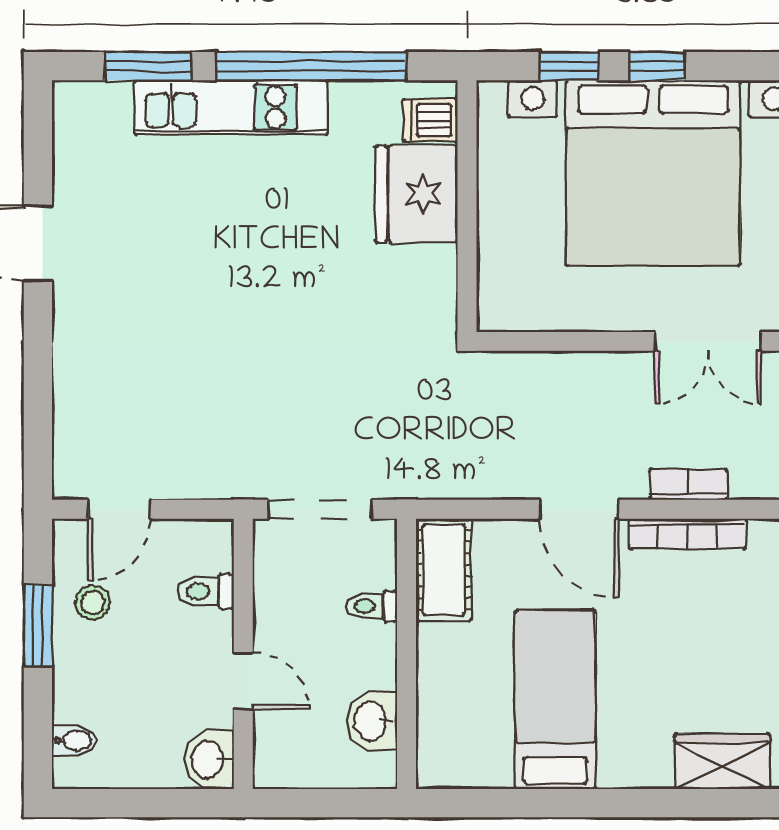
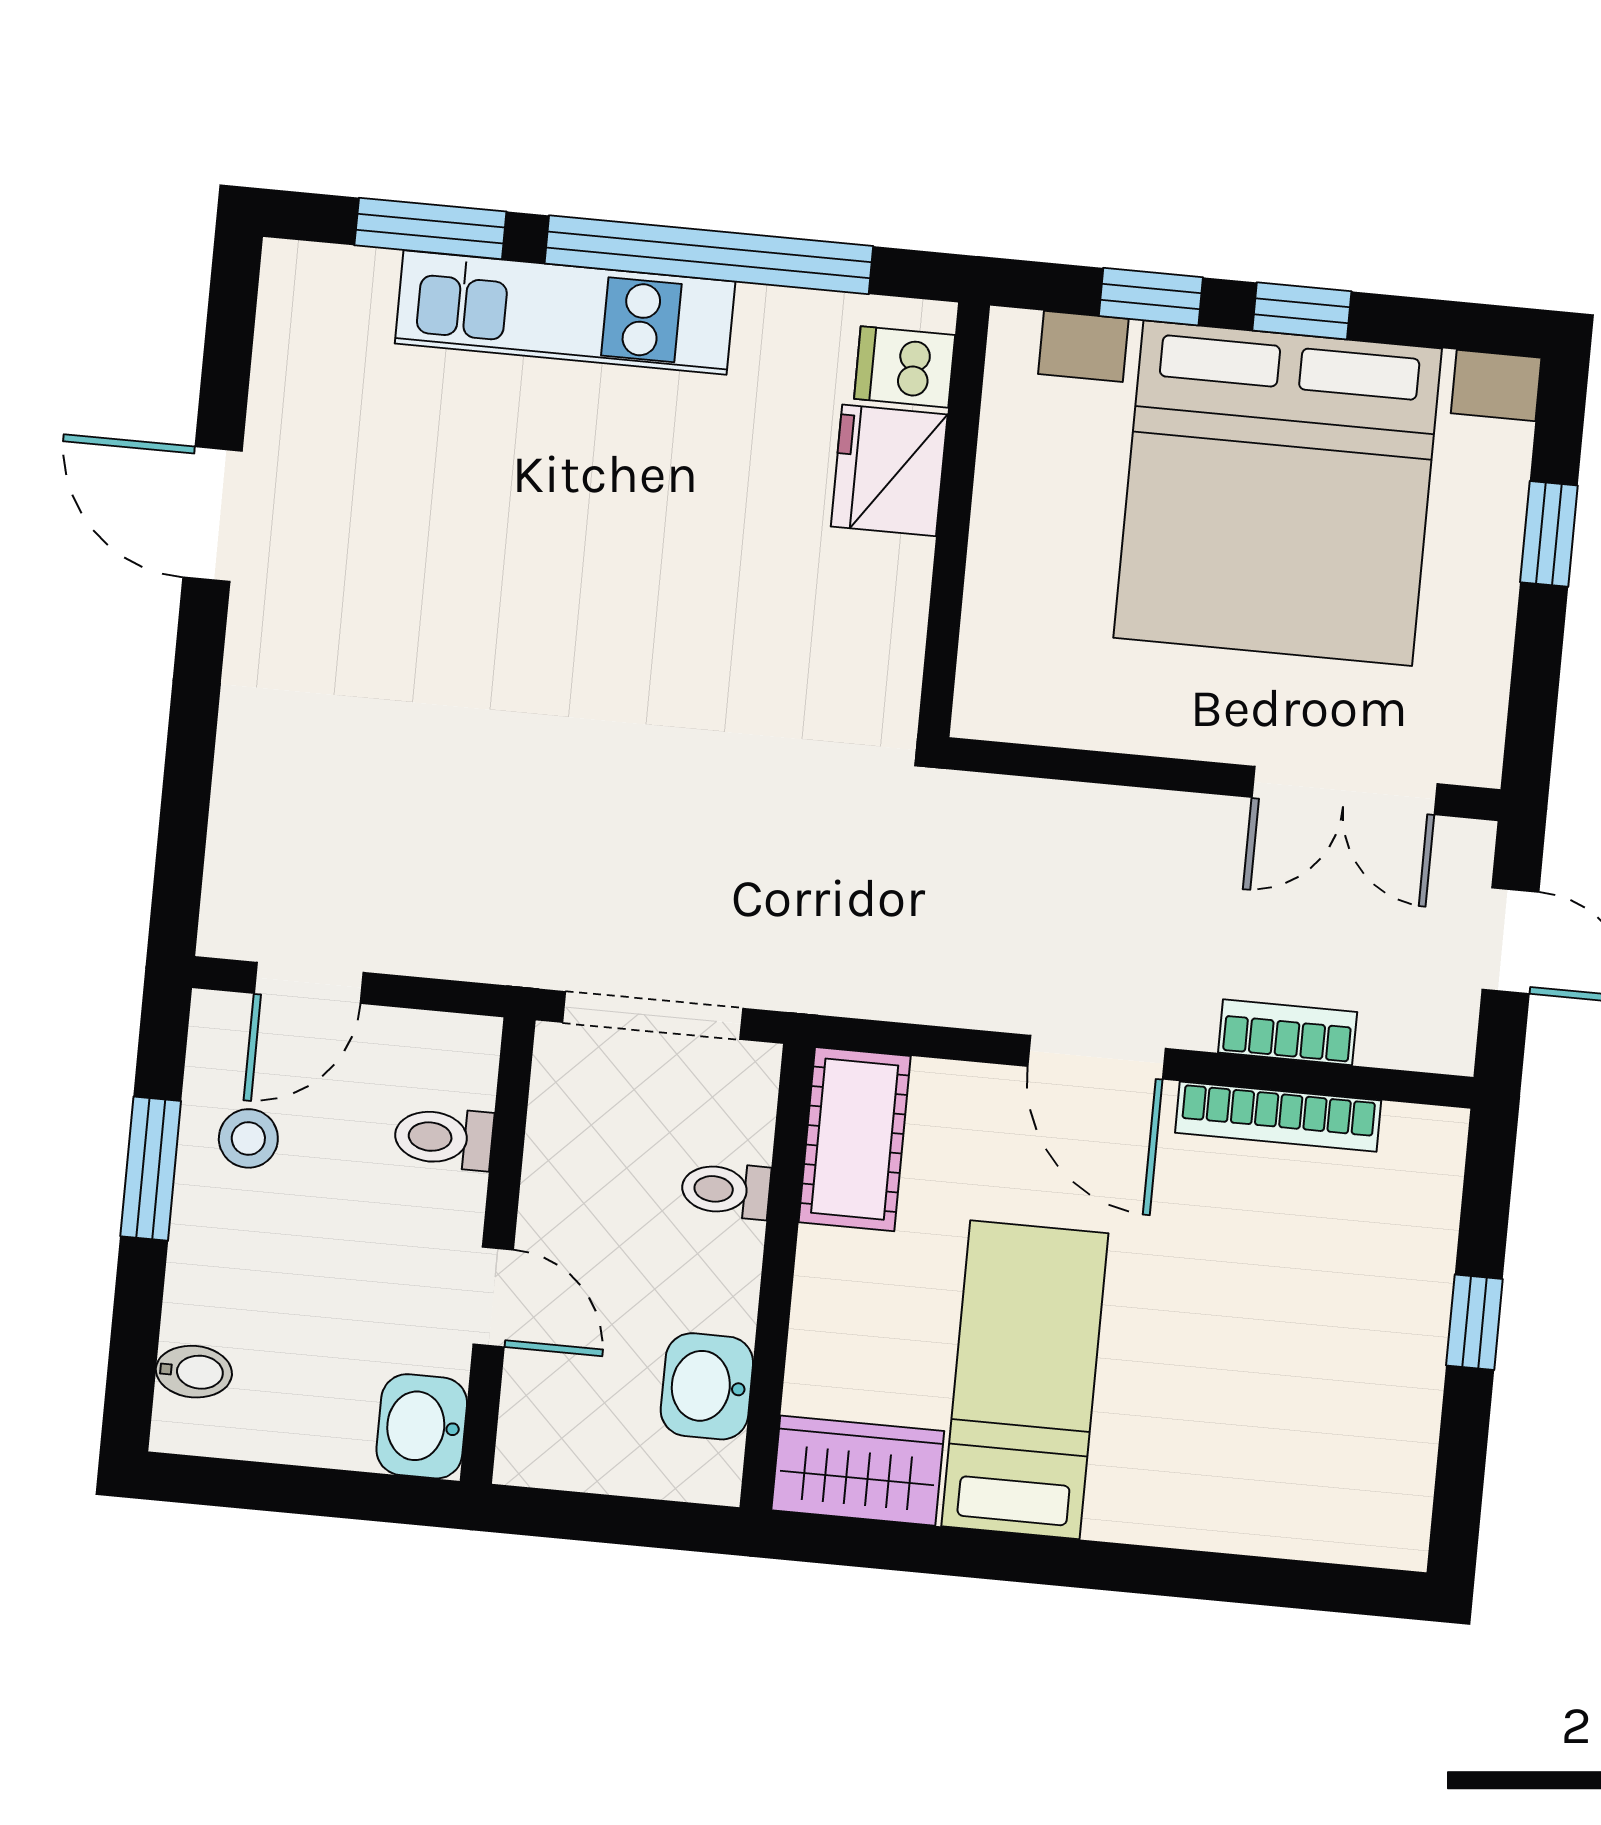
fridge: (417, 194) -> (889, 470), width x0.73, depth x0.75
wardrobe: (722, 761) -> (858, 1471), moved

